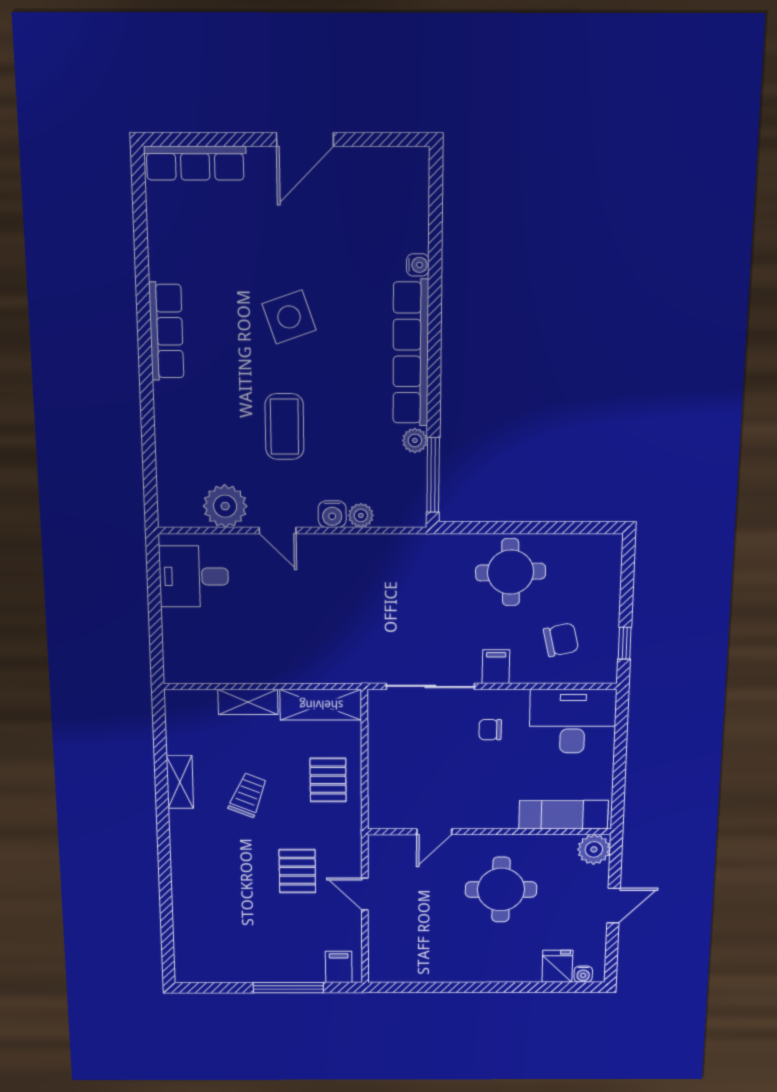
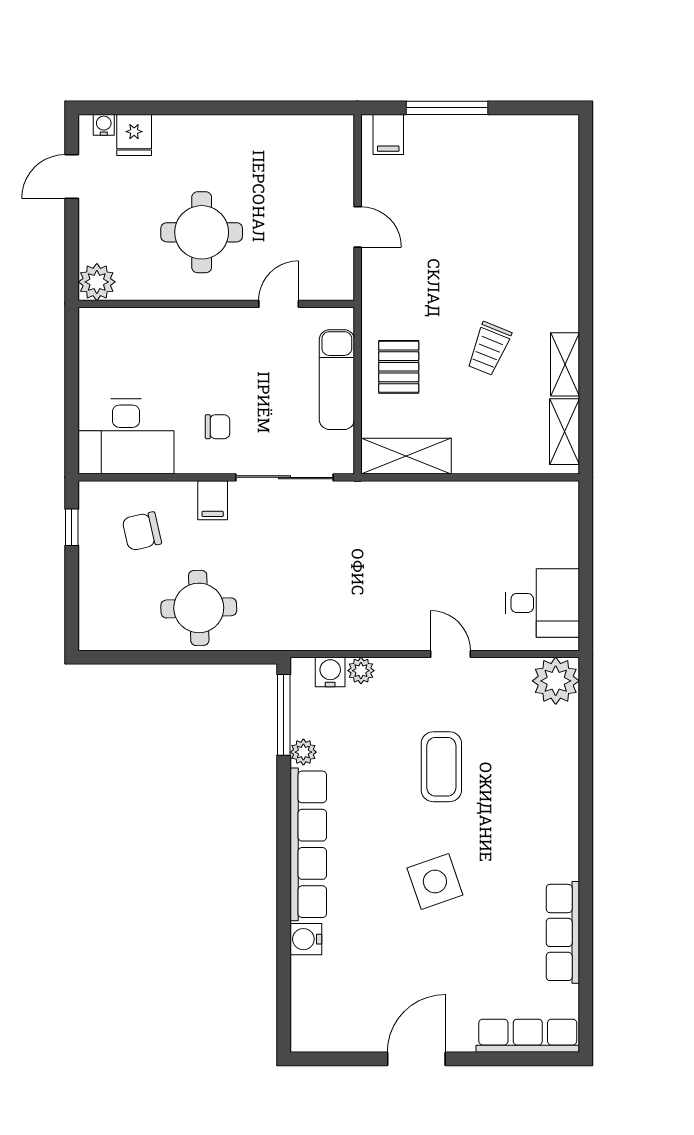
water cooler: (418, 265) -> (306, 939), width x1.38, depth x1.38
row of seats: (166, 331) -> (563, 932), moved
plant: (225, 506) -> (556, 681), moved
water cooler: (332, 514) -> (330, 672), moved
shelving: (248, 702) -> (564, 432), moved, turned 90
exam couch: (564, 815) -> (337, 380), moved, turned 90
pallet: (297, 871) -> (435, 255), removed
door: (614, 906) -> (72, 176), moved

